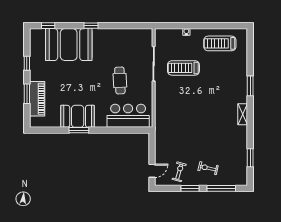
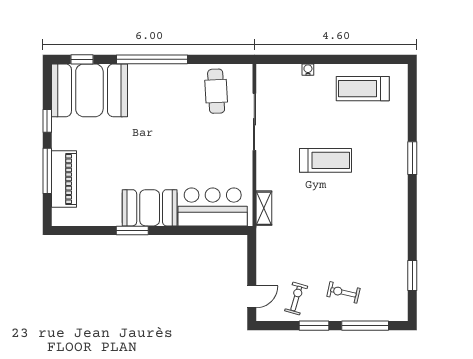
window: (91, 26) -> (152, 59), width x3.17
booth: (69, 45) -> (89, 90), moved
treadmill: (183, 68) -> (326, 160), moved, turned 180
cafe table: (120, 80) -> (216, 91), moved
window: (27, 94) -> (47, 171), width x1.44
shelving: (243, 114) -> (264, 208), moved
booth: (78, 116) -> (150, 208), moved

